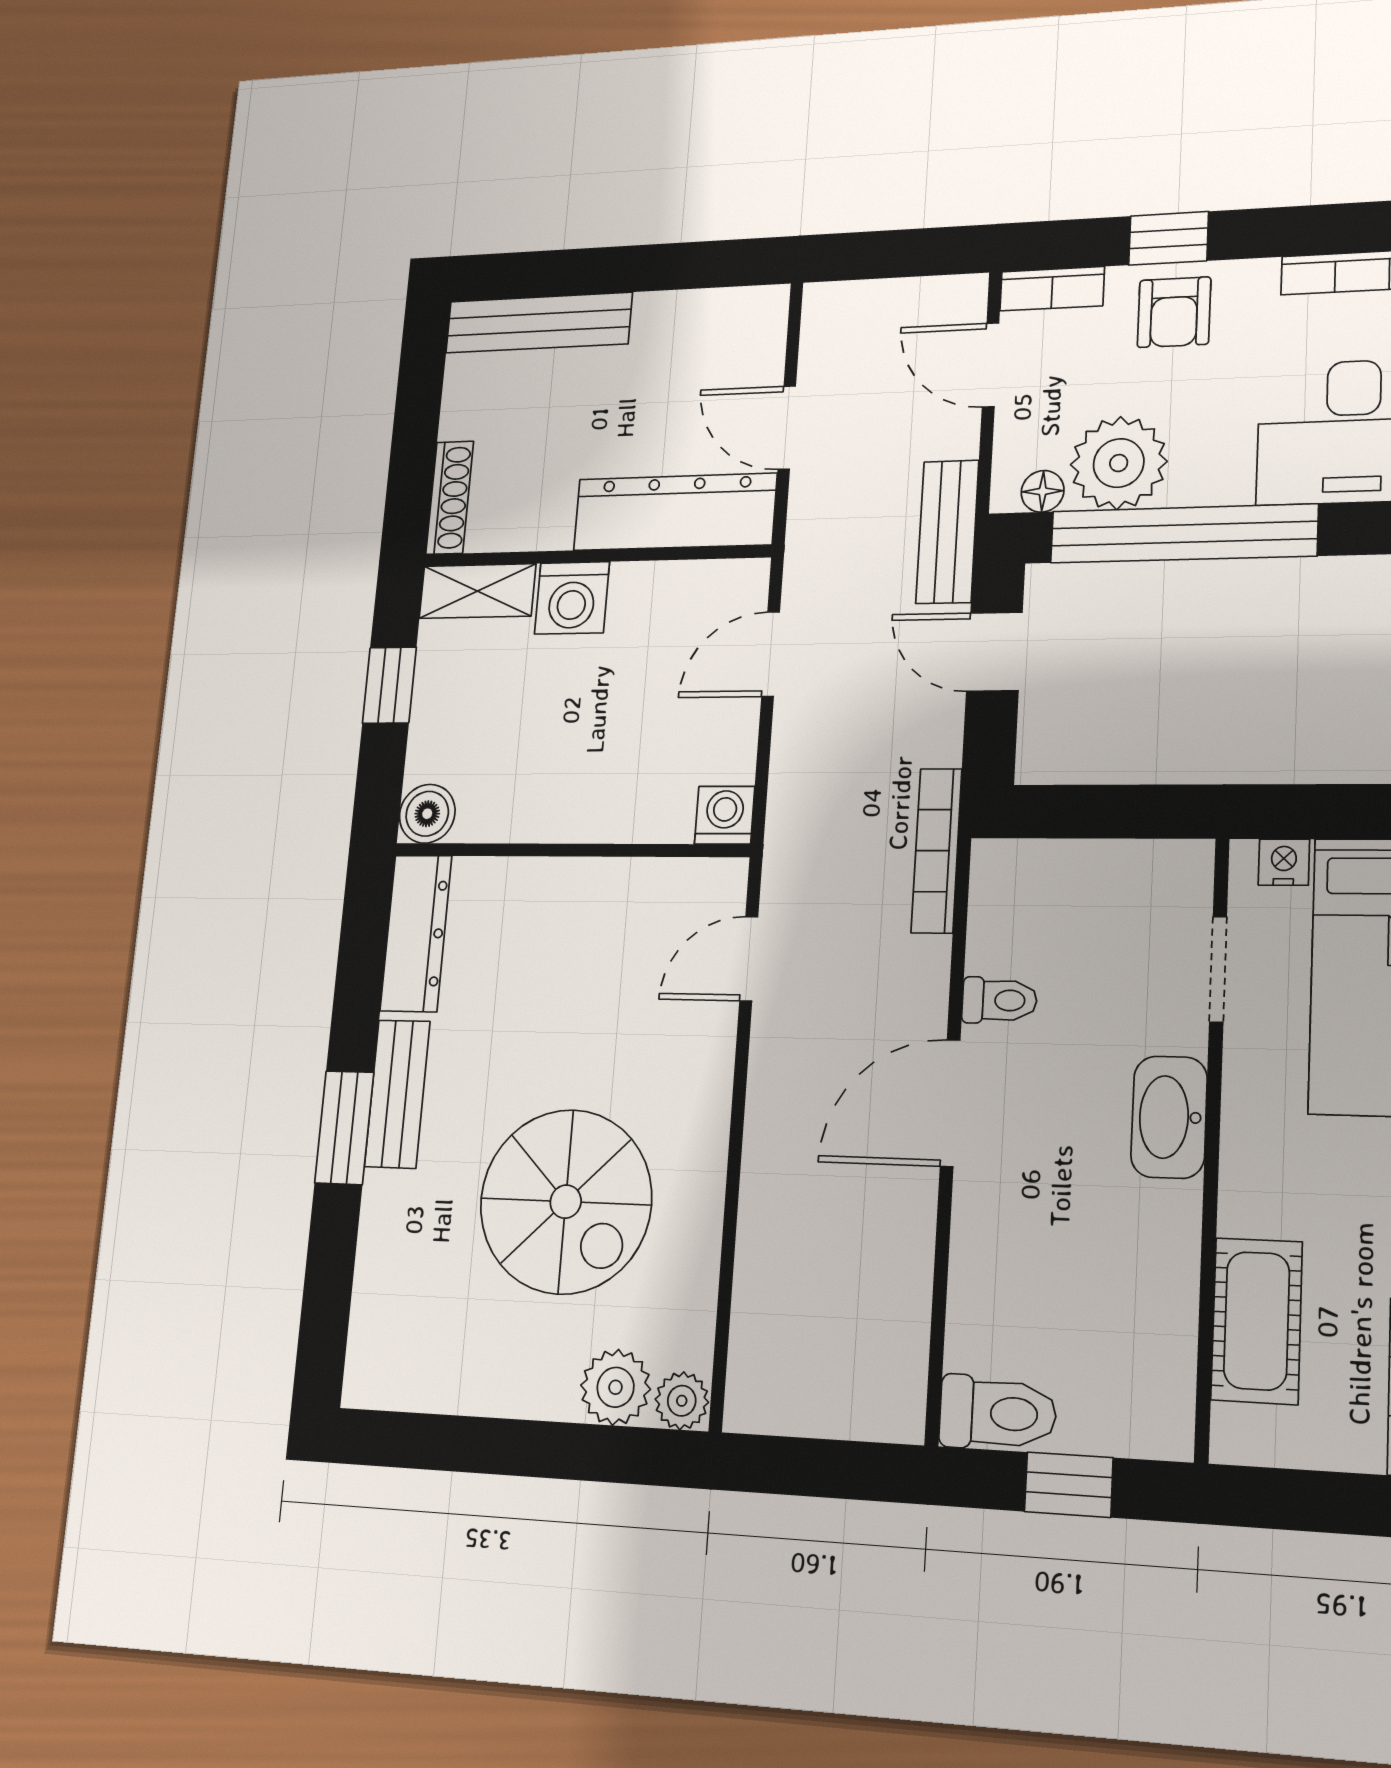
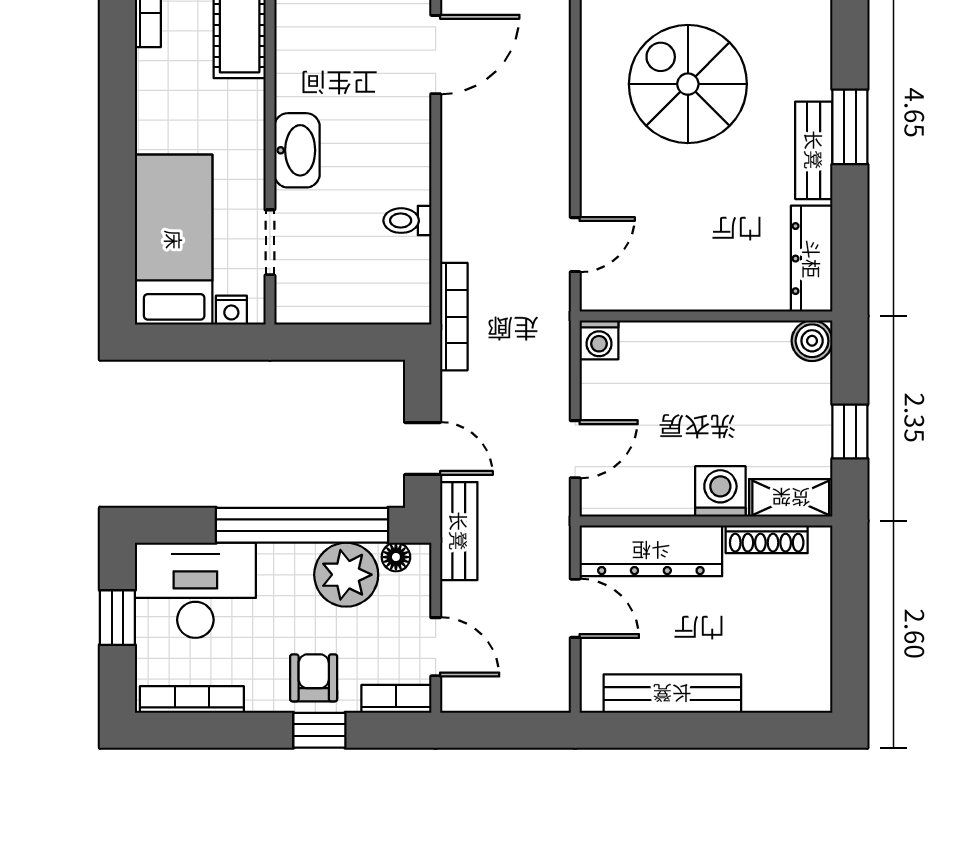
bench: (538, 323) -> (672, 694), moved
shoe rack: (450, 498) -> (767, 539), moved, turned -90
door: (950, 1103) -> (436, 55), moved

